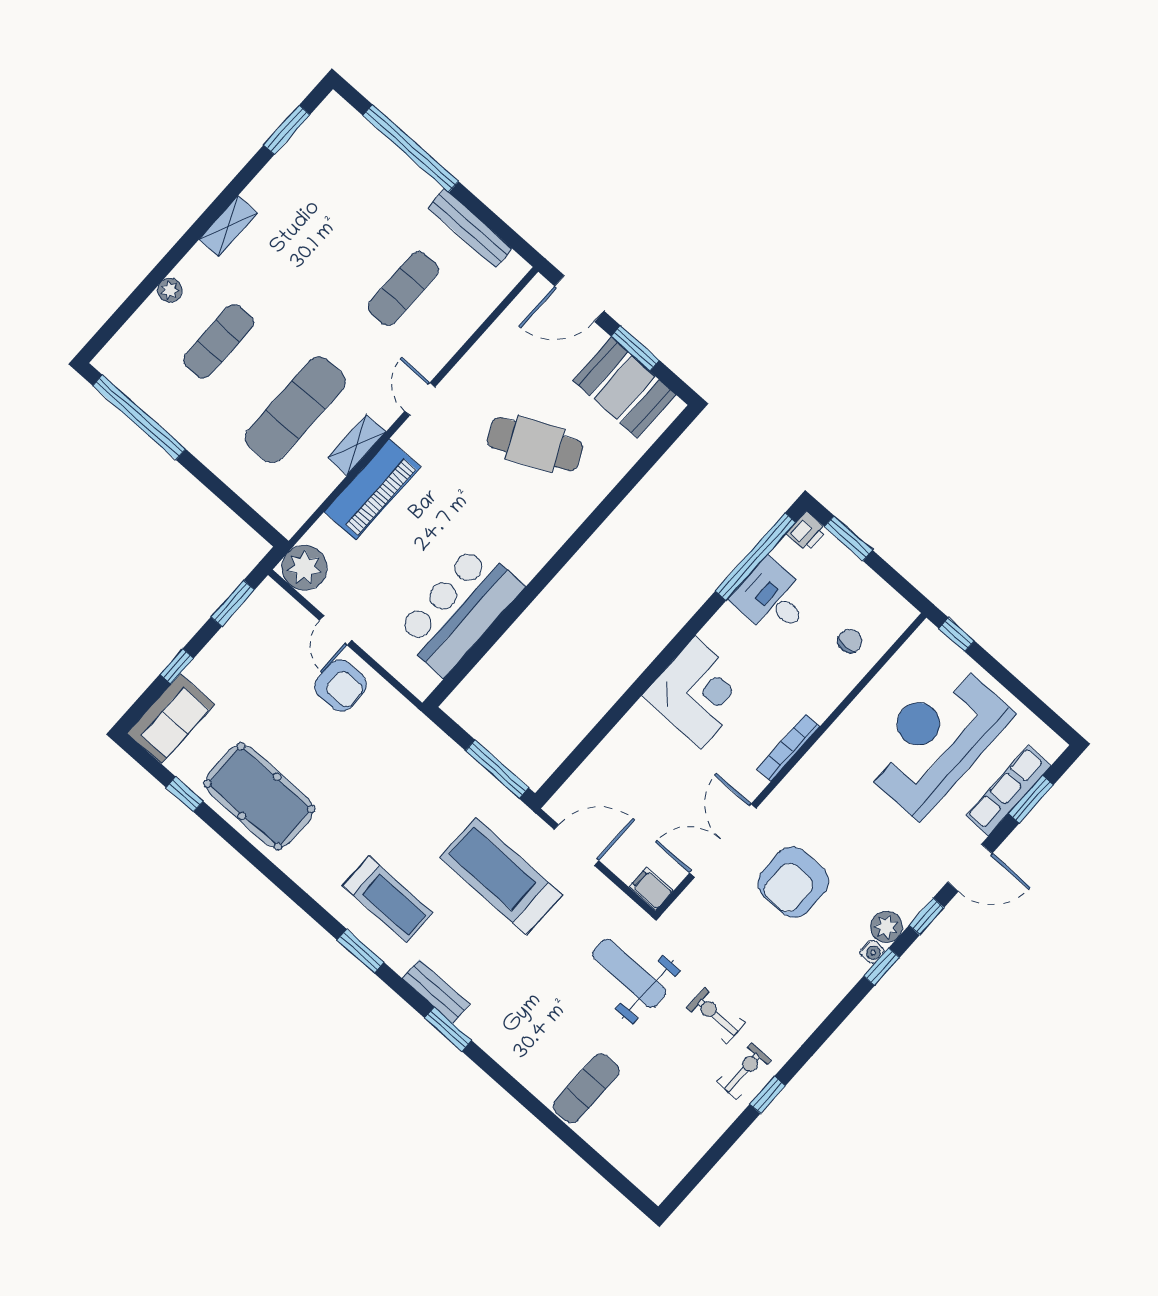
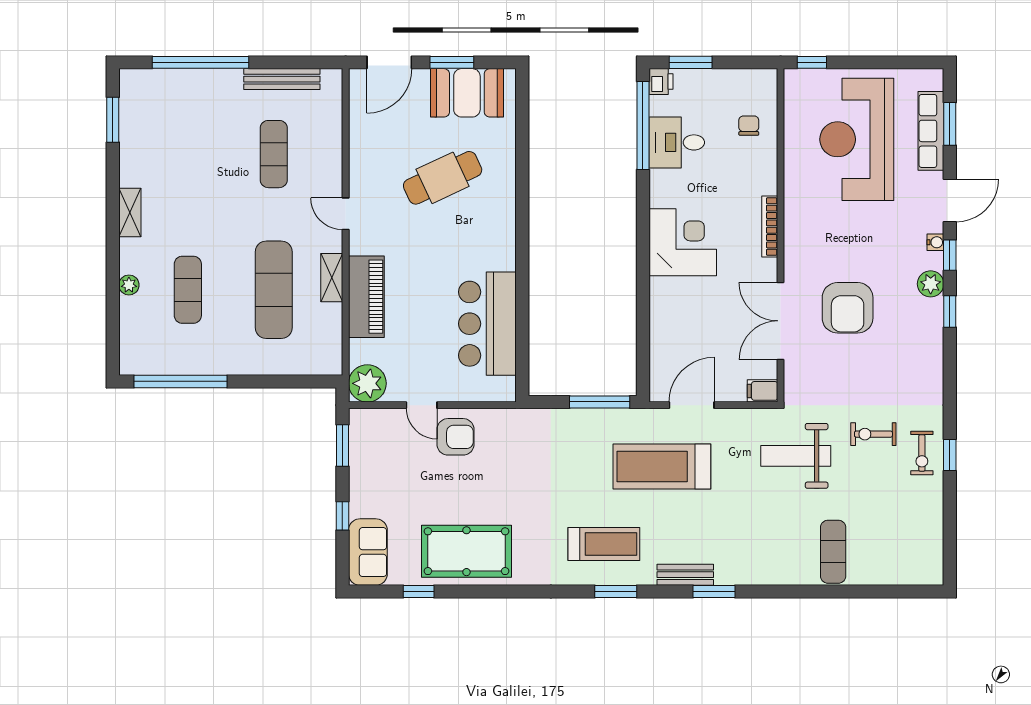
water cooler: (872, 952) -> (935, 242), moved
exercise bike: (744, 1071) -> (922, 453), turned 180

